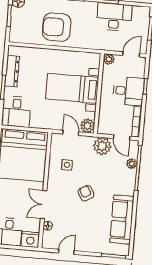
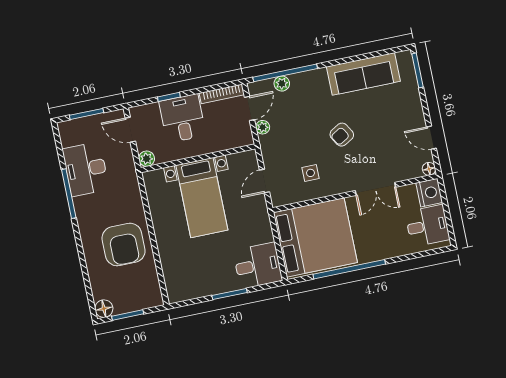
dresser: (12, 71) -> (203, 288), removed
plant: (87, 126) -> (248, 161), removed
plant: (102, 146) -> (263, 127), width x0.53, depth x0.53
floor lamp: (48, 226) -> (429, 169), moved

